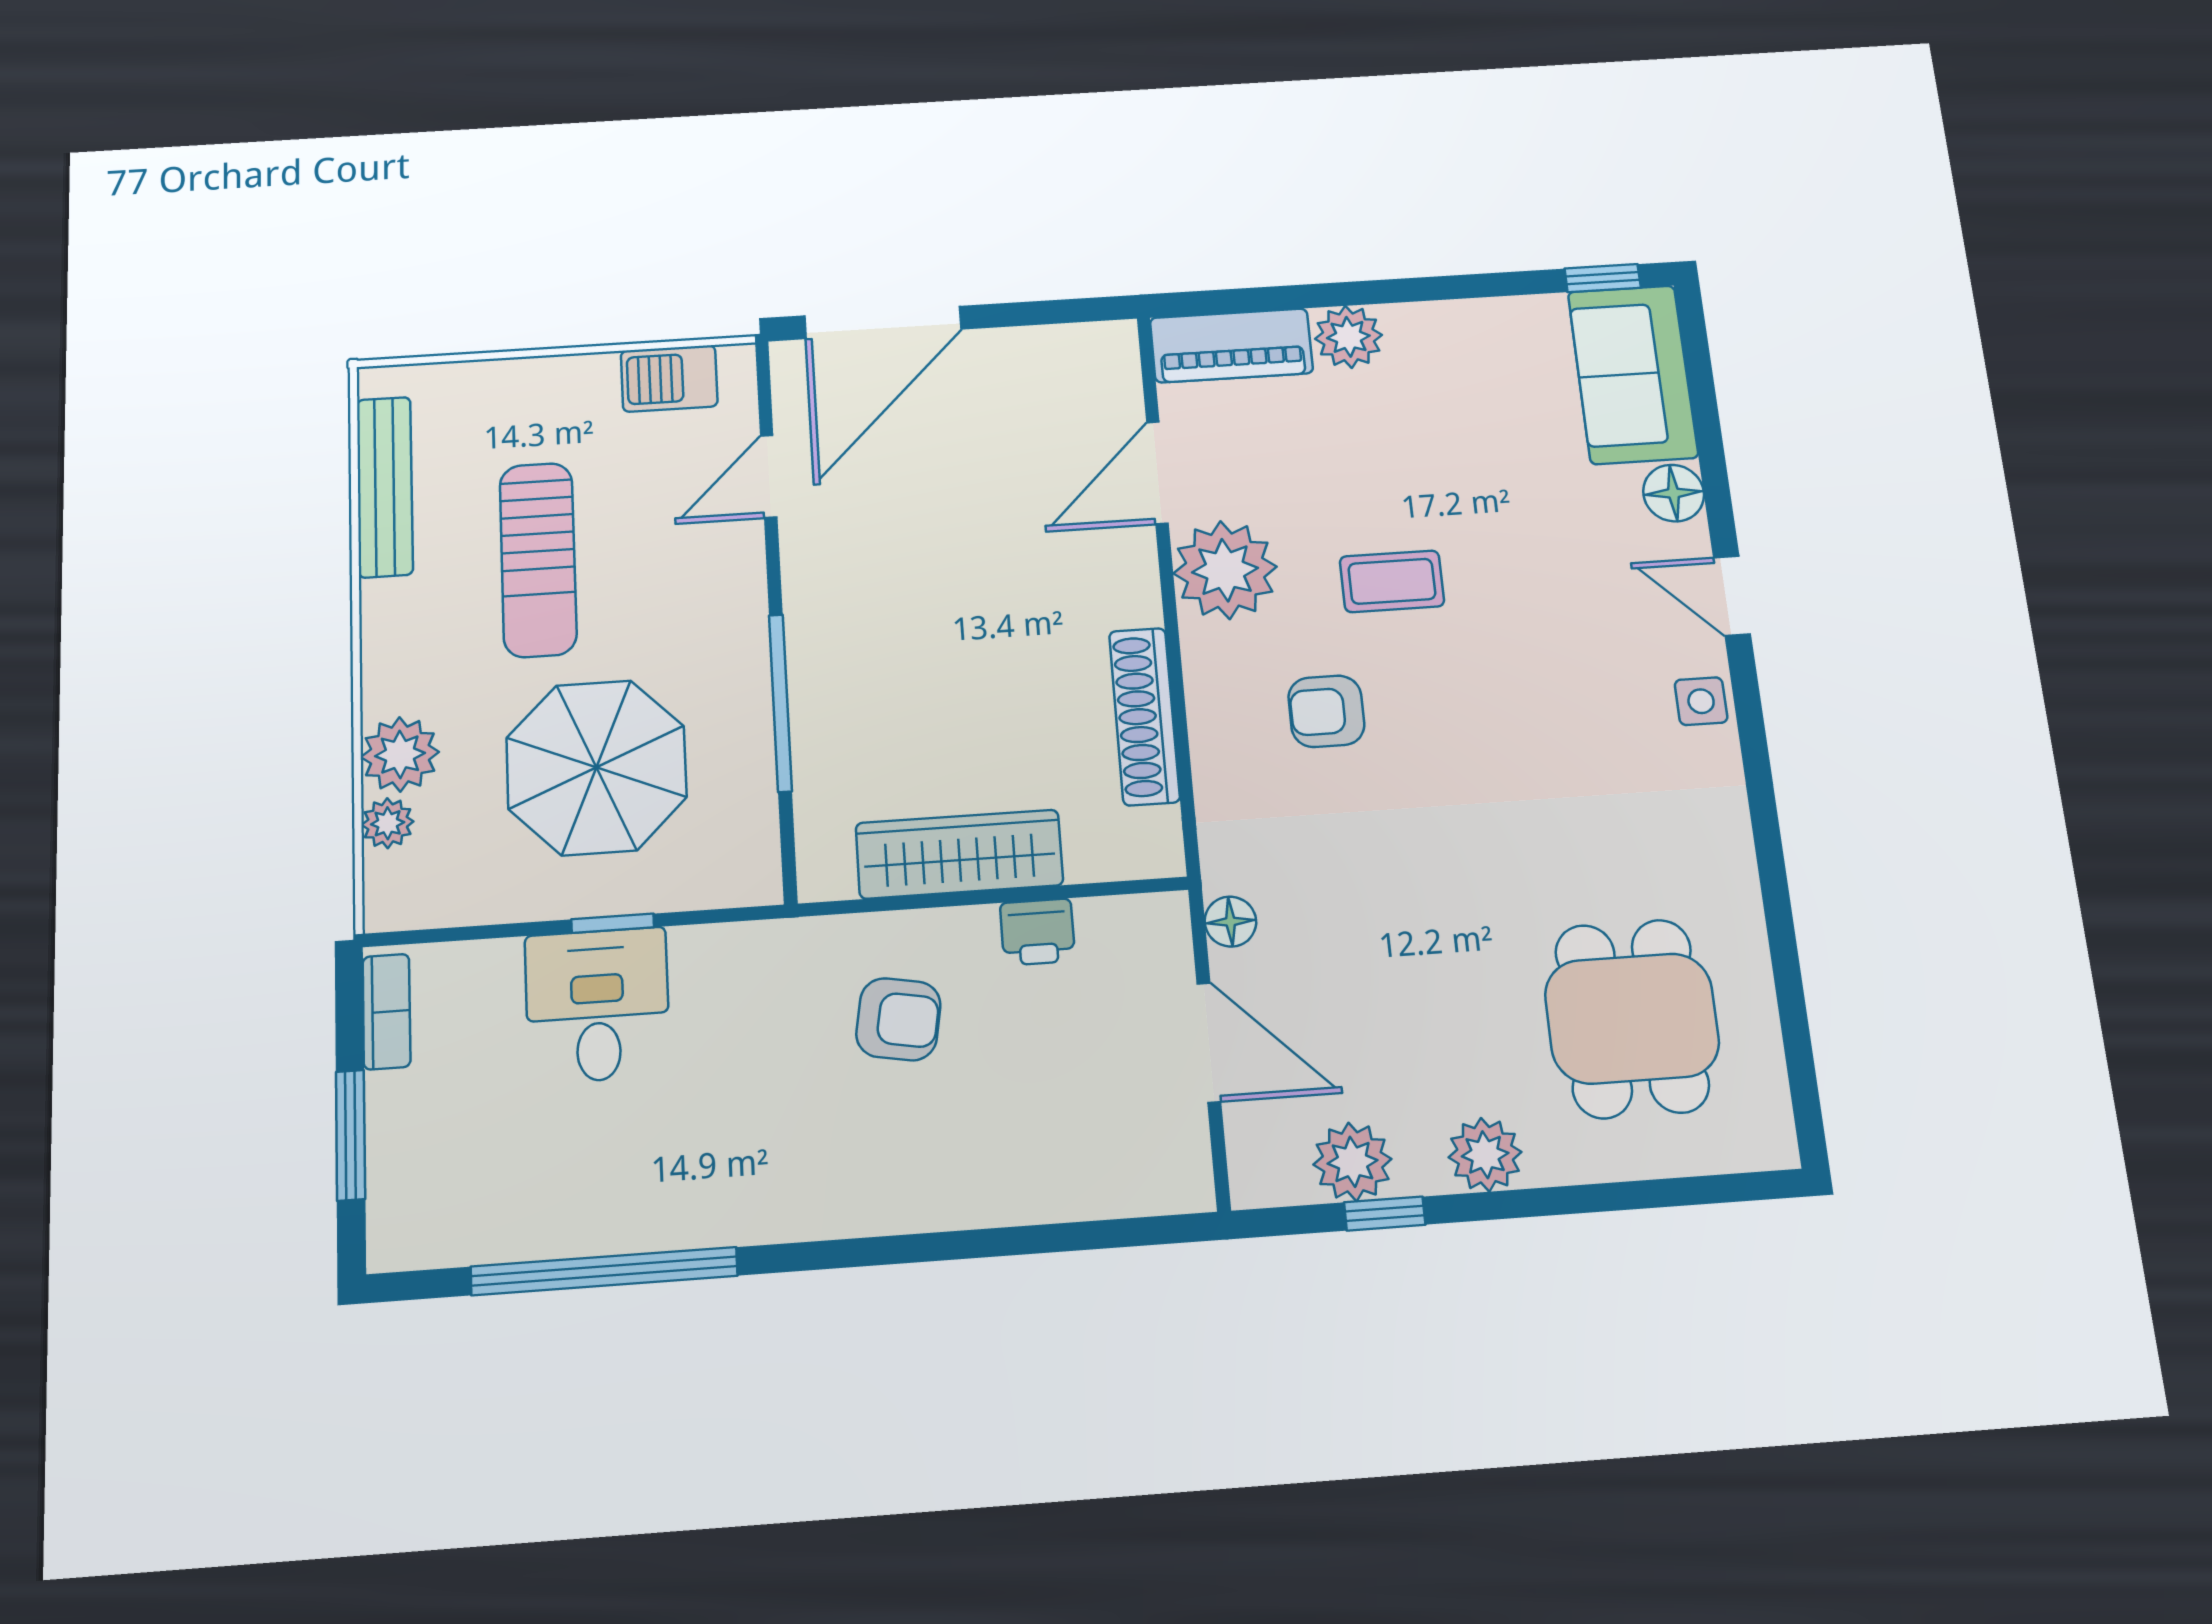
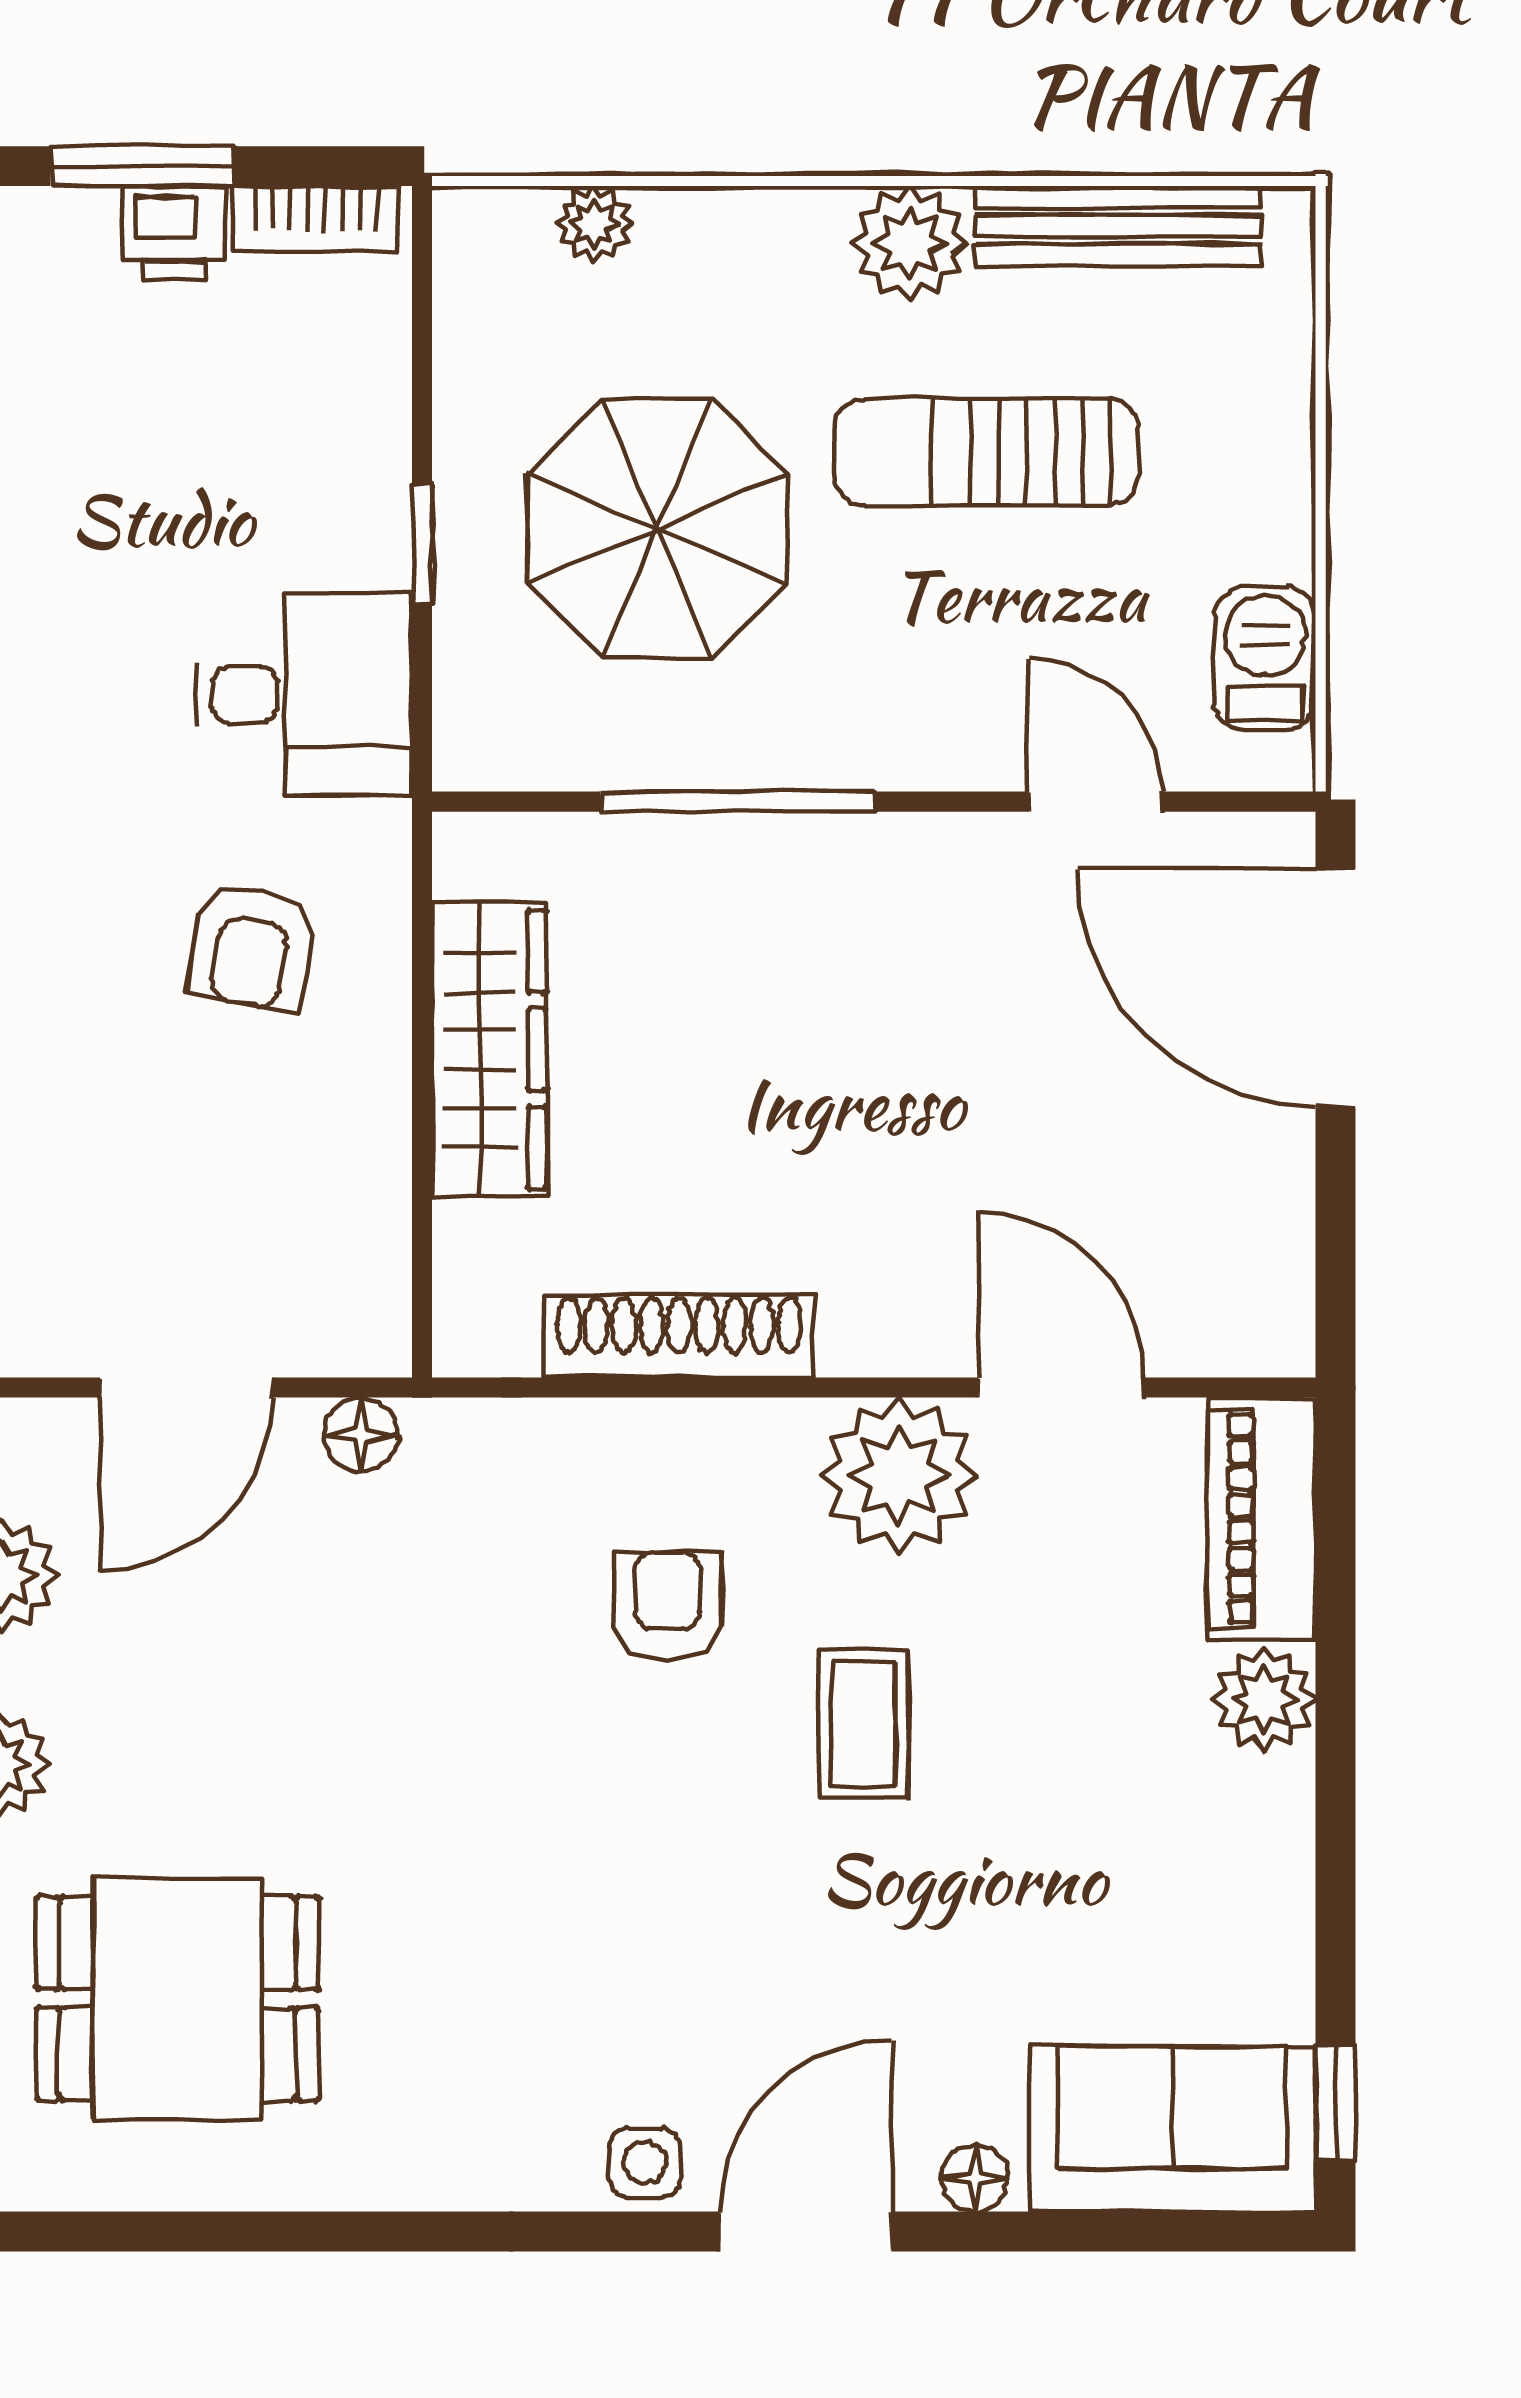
floor lamp: (1674, 493) -> (975, 2178), width x0.73, depth x0.73
door: (1732, 596) -> (805, 2232), width x1.38
plant: (400, 754) -> (910, 243), moved
printer: (1037, 932) -> (174, 233), moved, turned -90
desk: (597, 1005) -> (303, 695), moved

